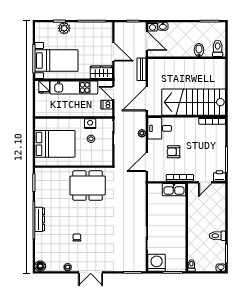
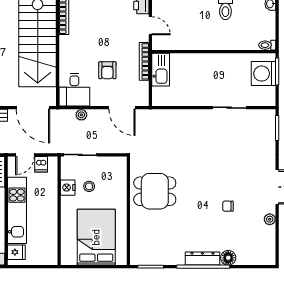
dining table: (88, 186) -> (155, 191), width x0.73
washing machine: (157, 263) -> (264, 74), moved
floor lamp: (40, 266) -> (228, 258), moved

